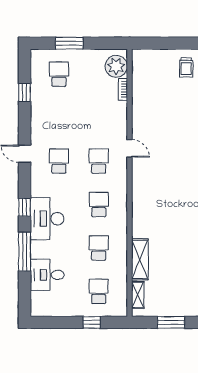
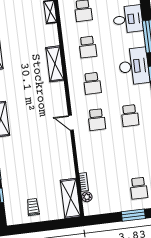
plant: (116, 66) -> (87, 197), width x0.53, depth x0.53
shelving: (141, 72) -> (71, 198), added
door: (129, 148) -> (71, 123), moved
shelving: (140, 259) -> (55, 64), moved

